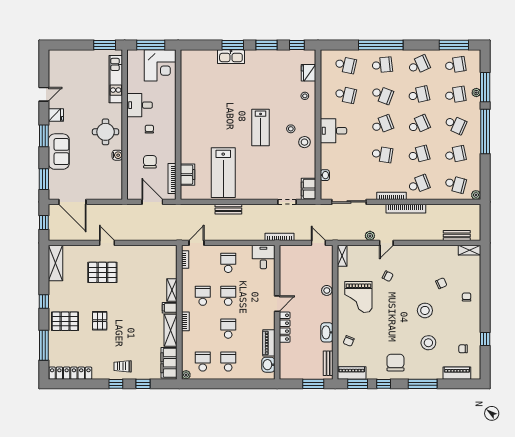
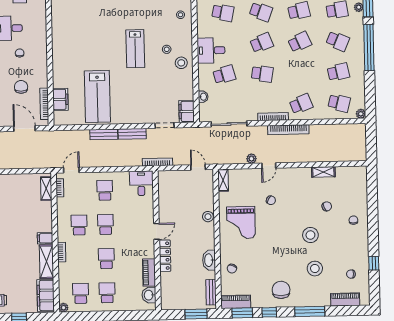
school desk: (419, 154) -> (224, 75), moved
bench: (457, 235) -> (132, 134), moved
shelving: (469, 250) -> (323, 172), moved
shelving: (172, 290) -> (46, 189), moved

